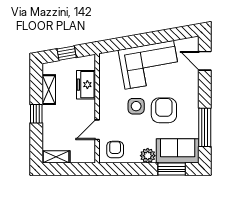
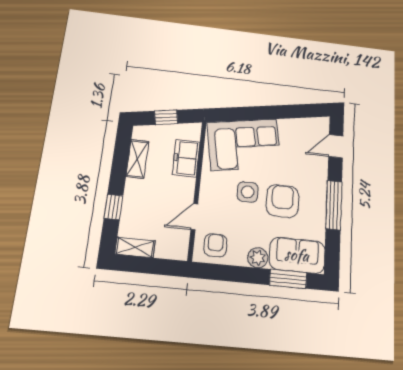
door: (205, 61) -> (336, 146), hinge flipped
corner sofa: (149, 65) -> (244, 145), moved
window: (36, 114) -> (113, 207), moved
window: (205, 127) -> (334, 205), moved

